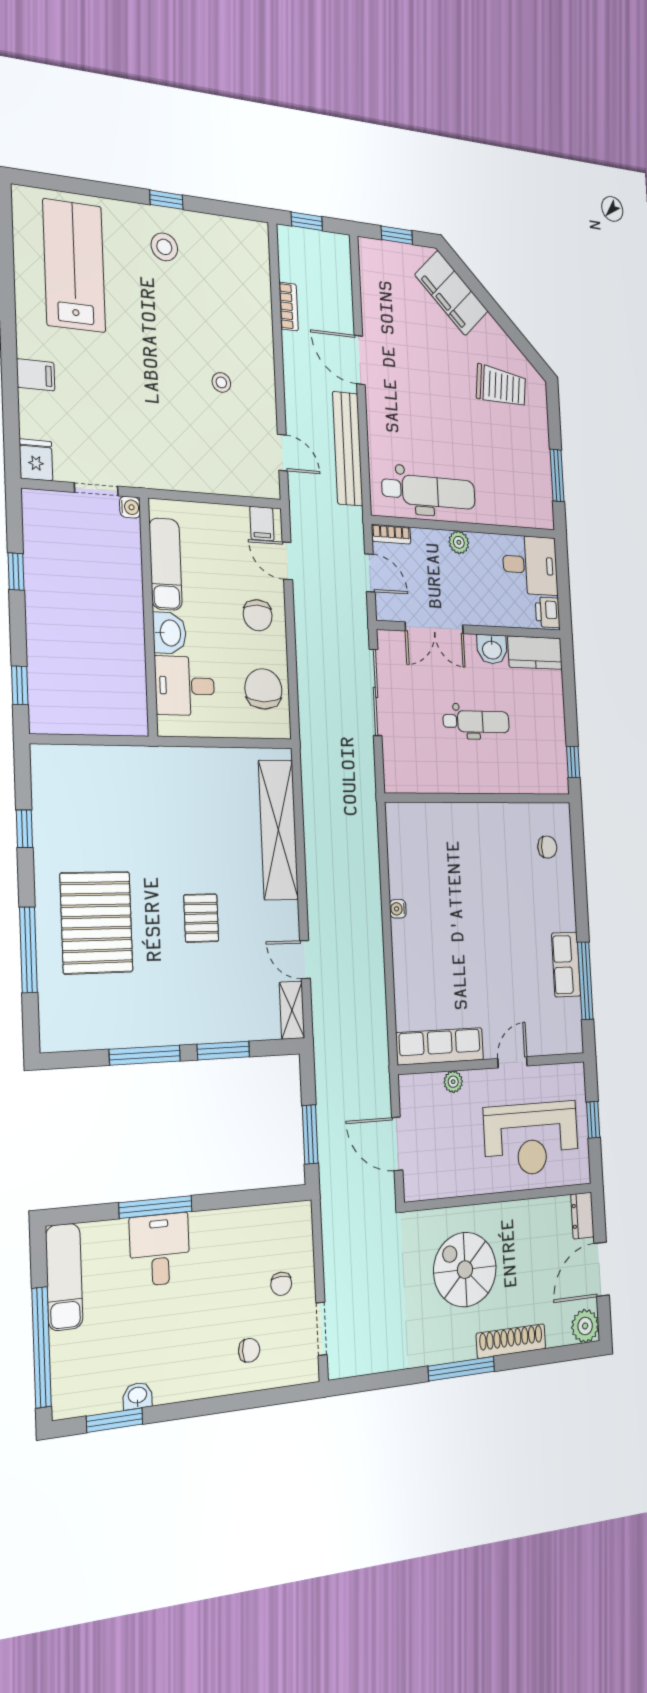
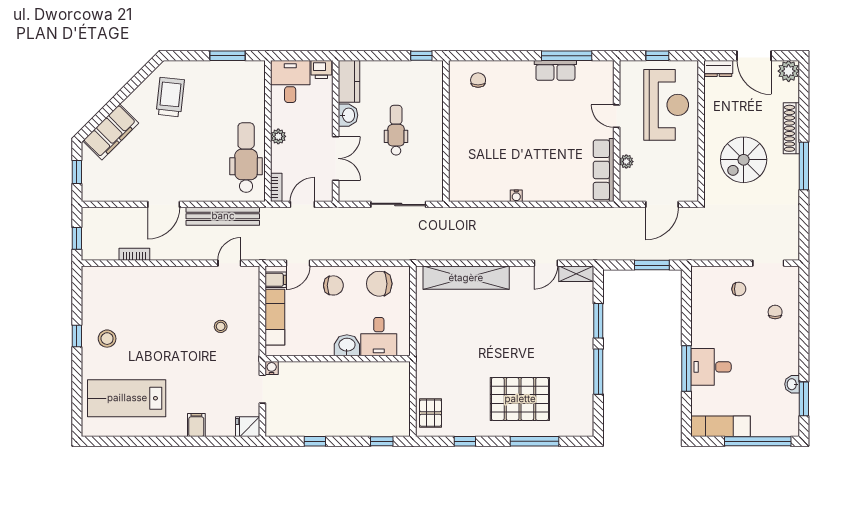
stool: (221, 382) -> (221, 326), moved
exam couch: (166, 564) -> (275, 317), moved, turned 90
sliding door: (376, 692) -> (398, 204), moved
pallet: (201, 918) -> (431, 413), moved, turned 90

